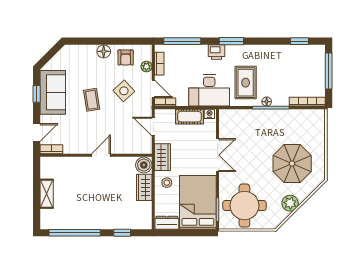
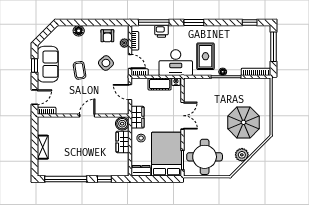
floor lamp: (104, 51) -> (79, 31), moved
printer: (217, 52) -> (161, 31), moved

